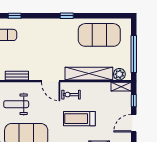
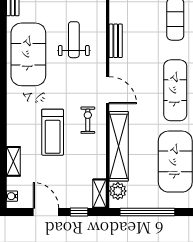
exercise mat: (51, 35) -> (175, 90), added
door: (51, 81) -> (108, 90), swing flipped
treadmill: (79, 119) -> (53, 132), turned 180

